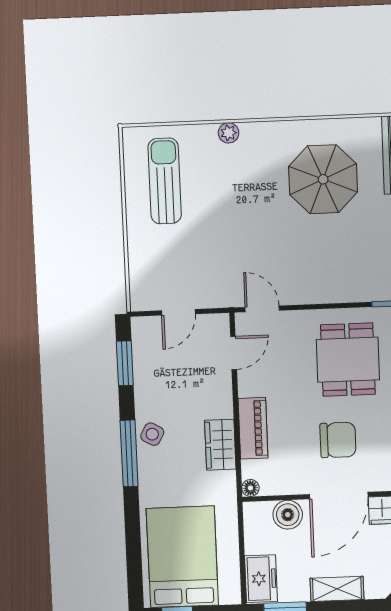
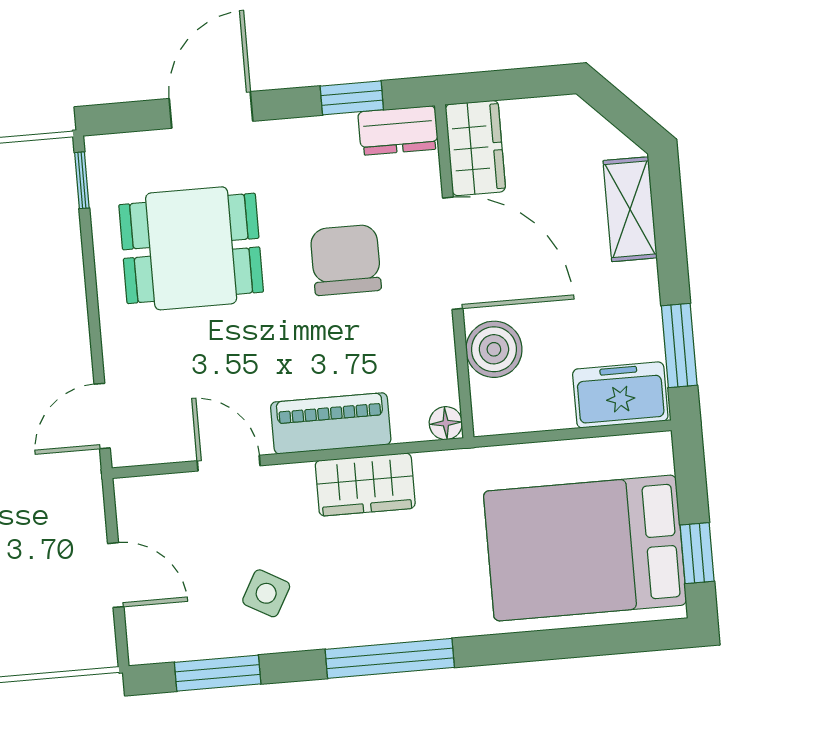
door: (234, 353) -> (229, 463), moved
side table: (152, 434) -> (266, 593), moved
shelving: (337, 589) -> (630, 209), moved

